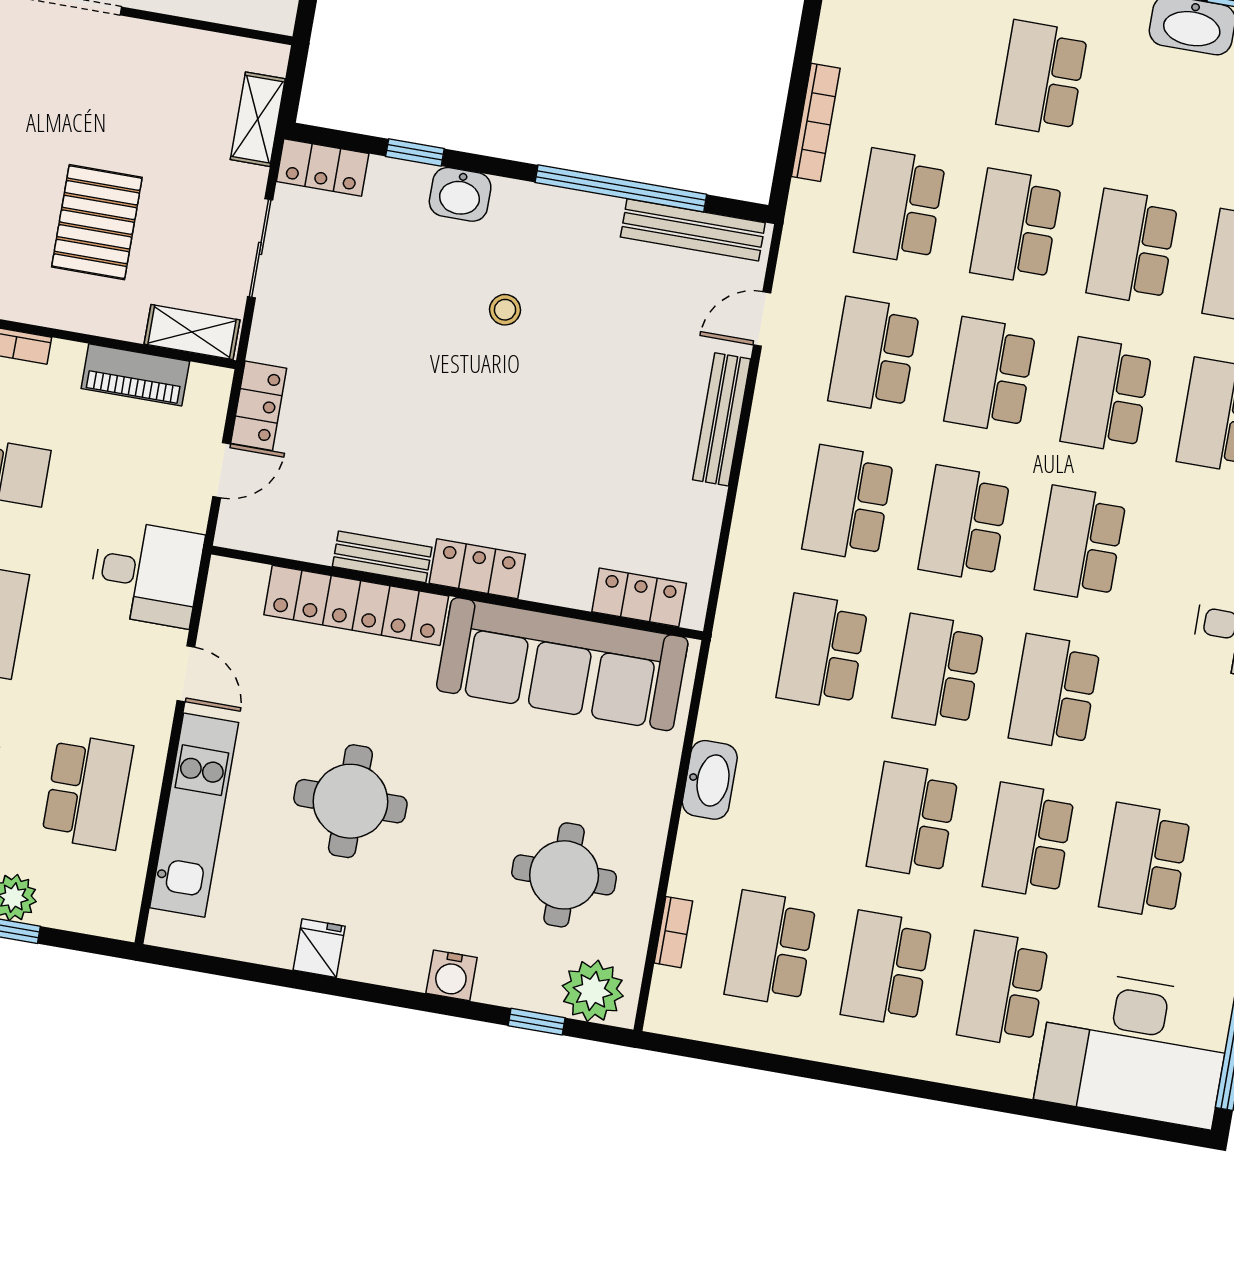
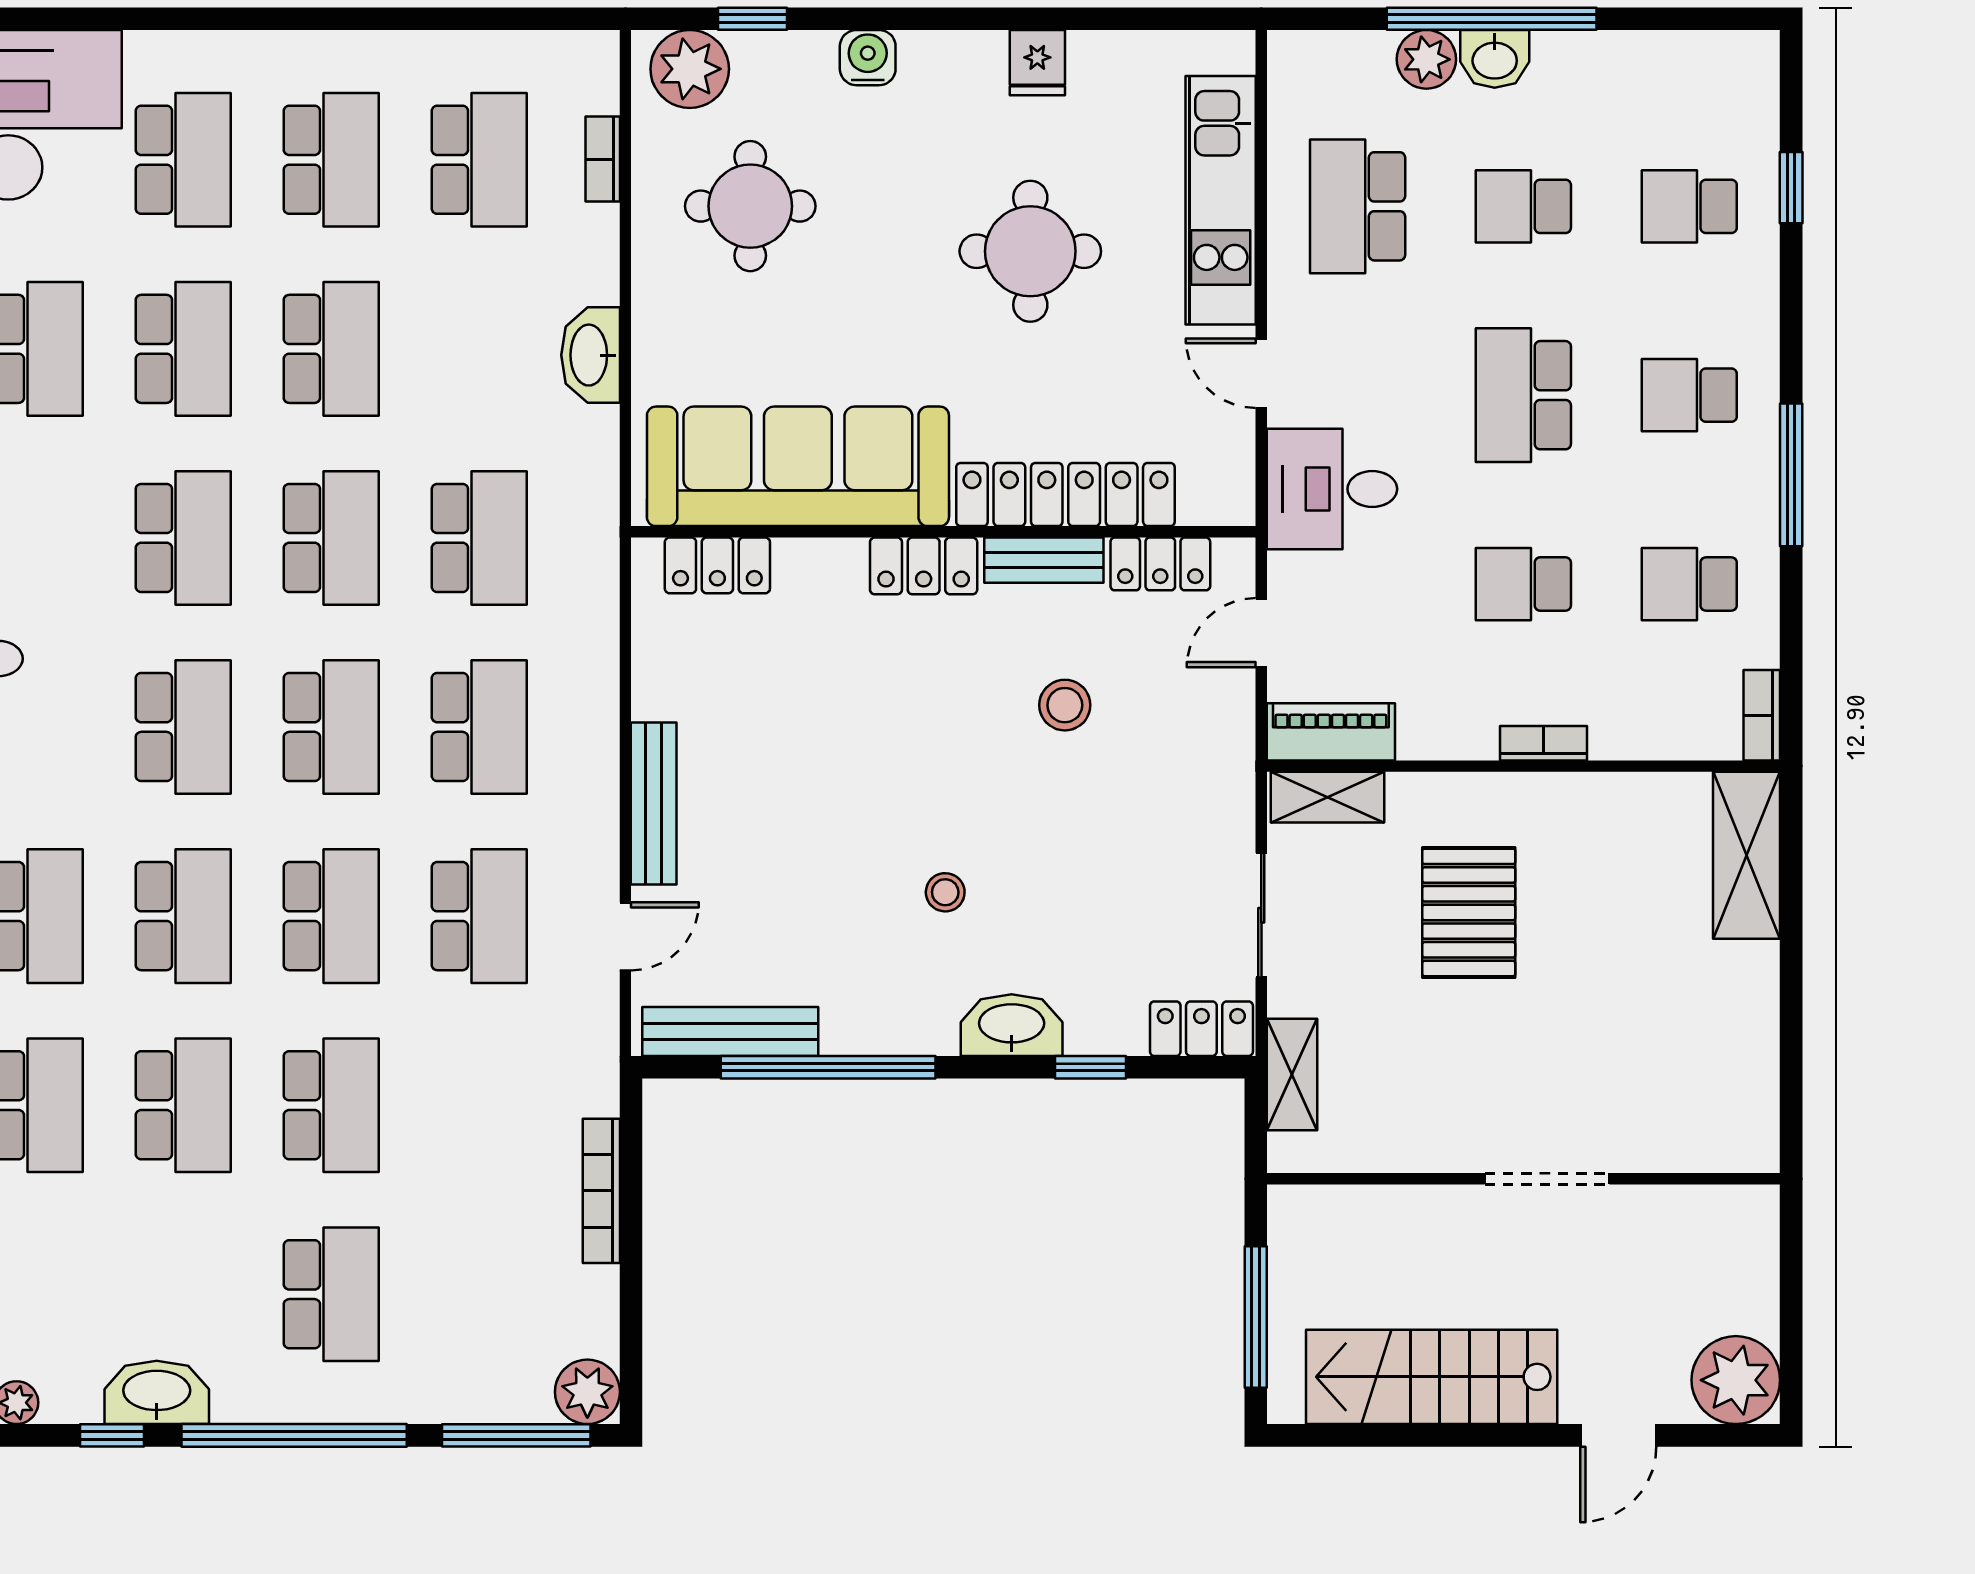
washbasin: (460, 194) -> (1012, 1025), width x1.38
school desk: (900, 206) -> (479, 1105), removed
piano: (135, 375) -> (1331, 732), moved
locker: (259, 406) -> (1160, 564), moved, turned -90
stool: (386, 440) -> (1065, 705), added

